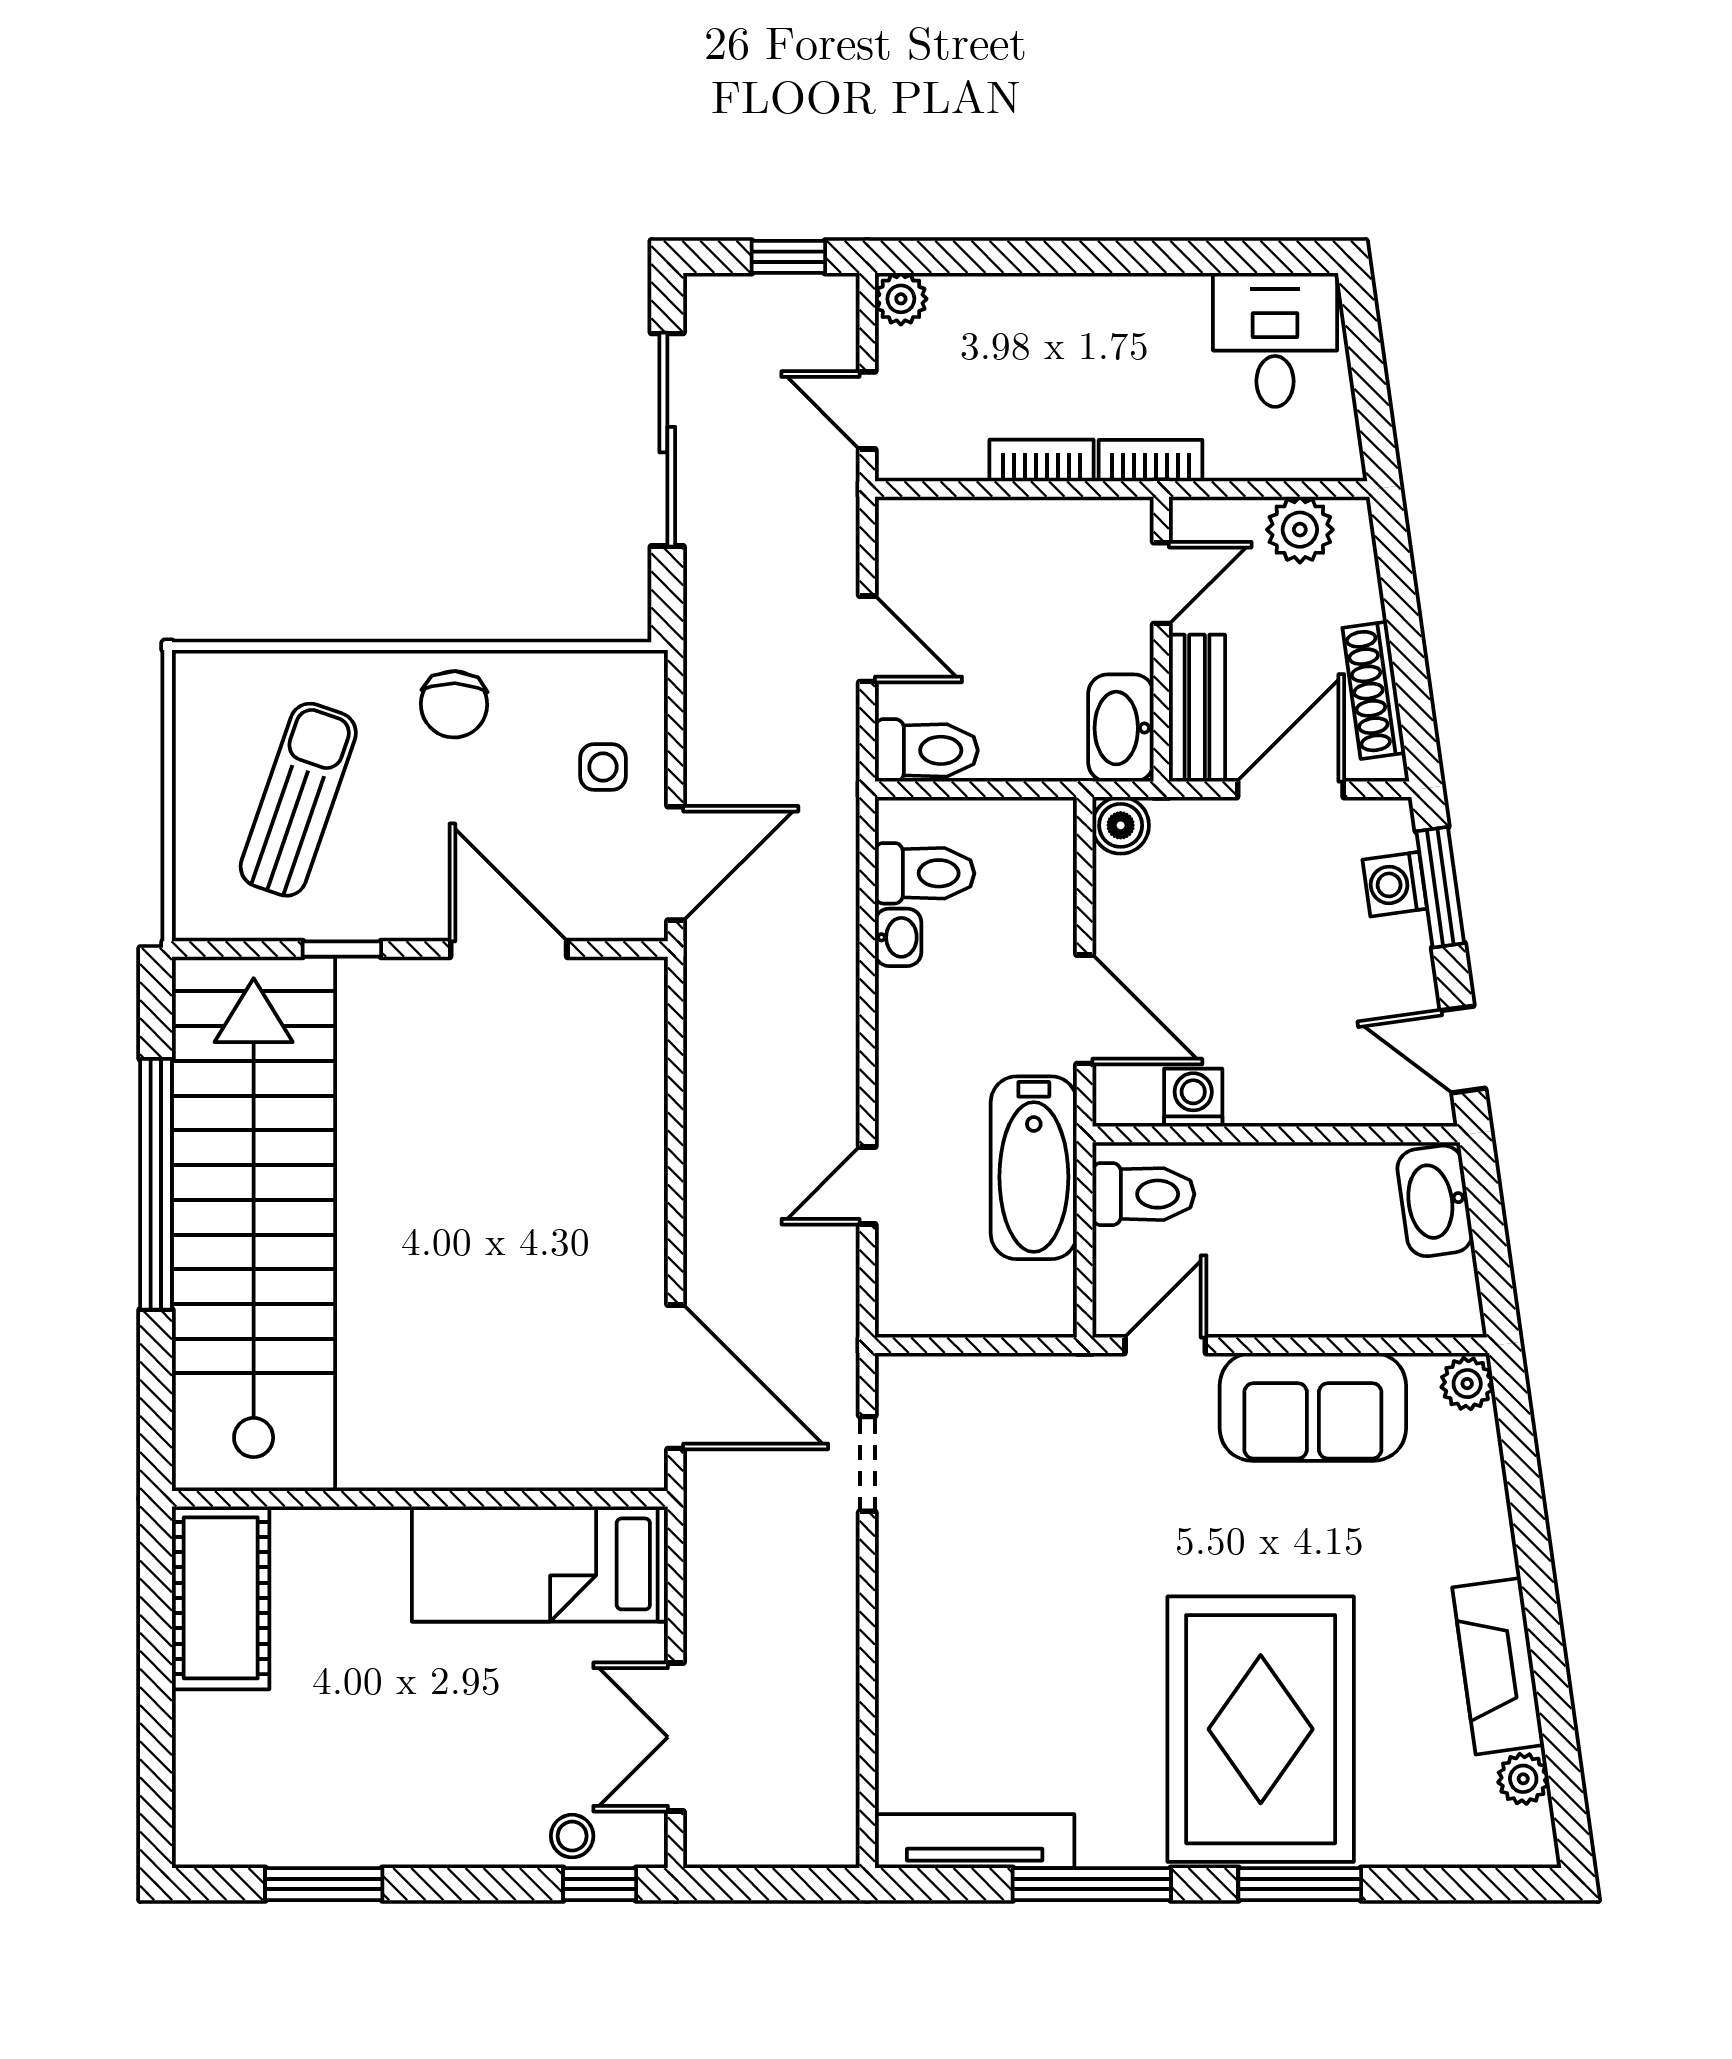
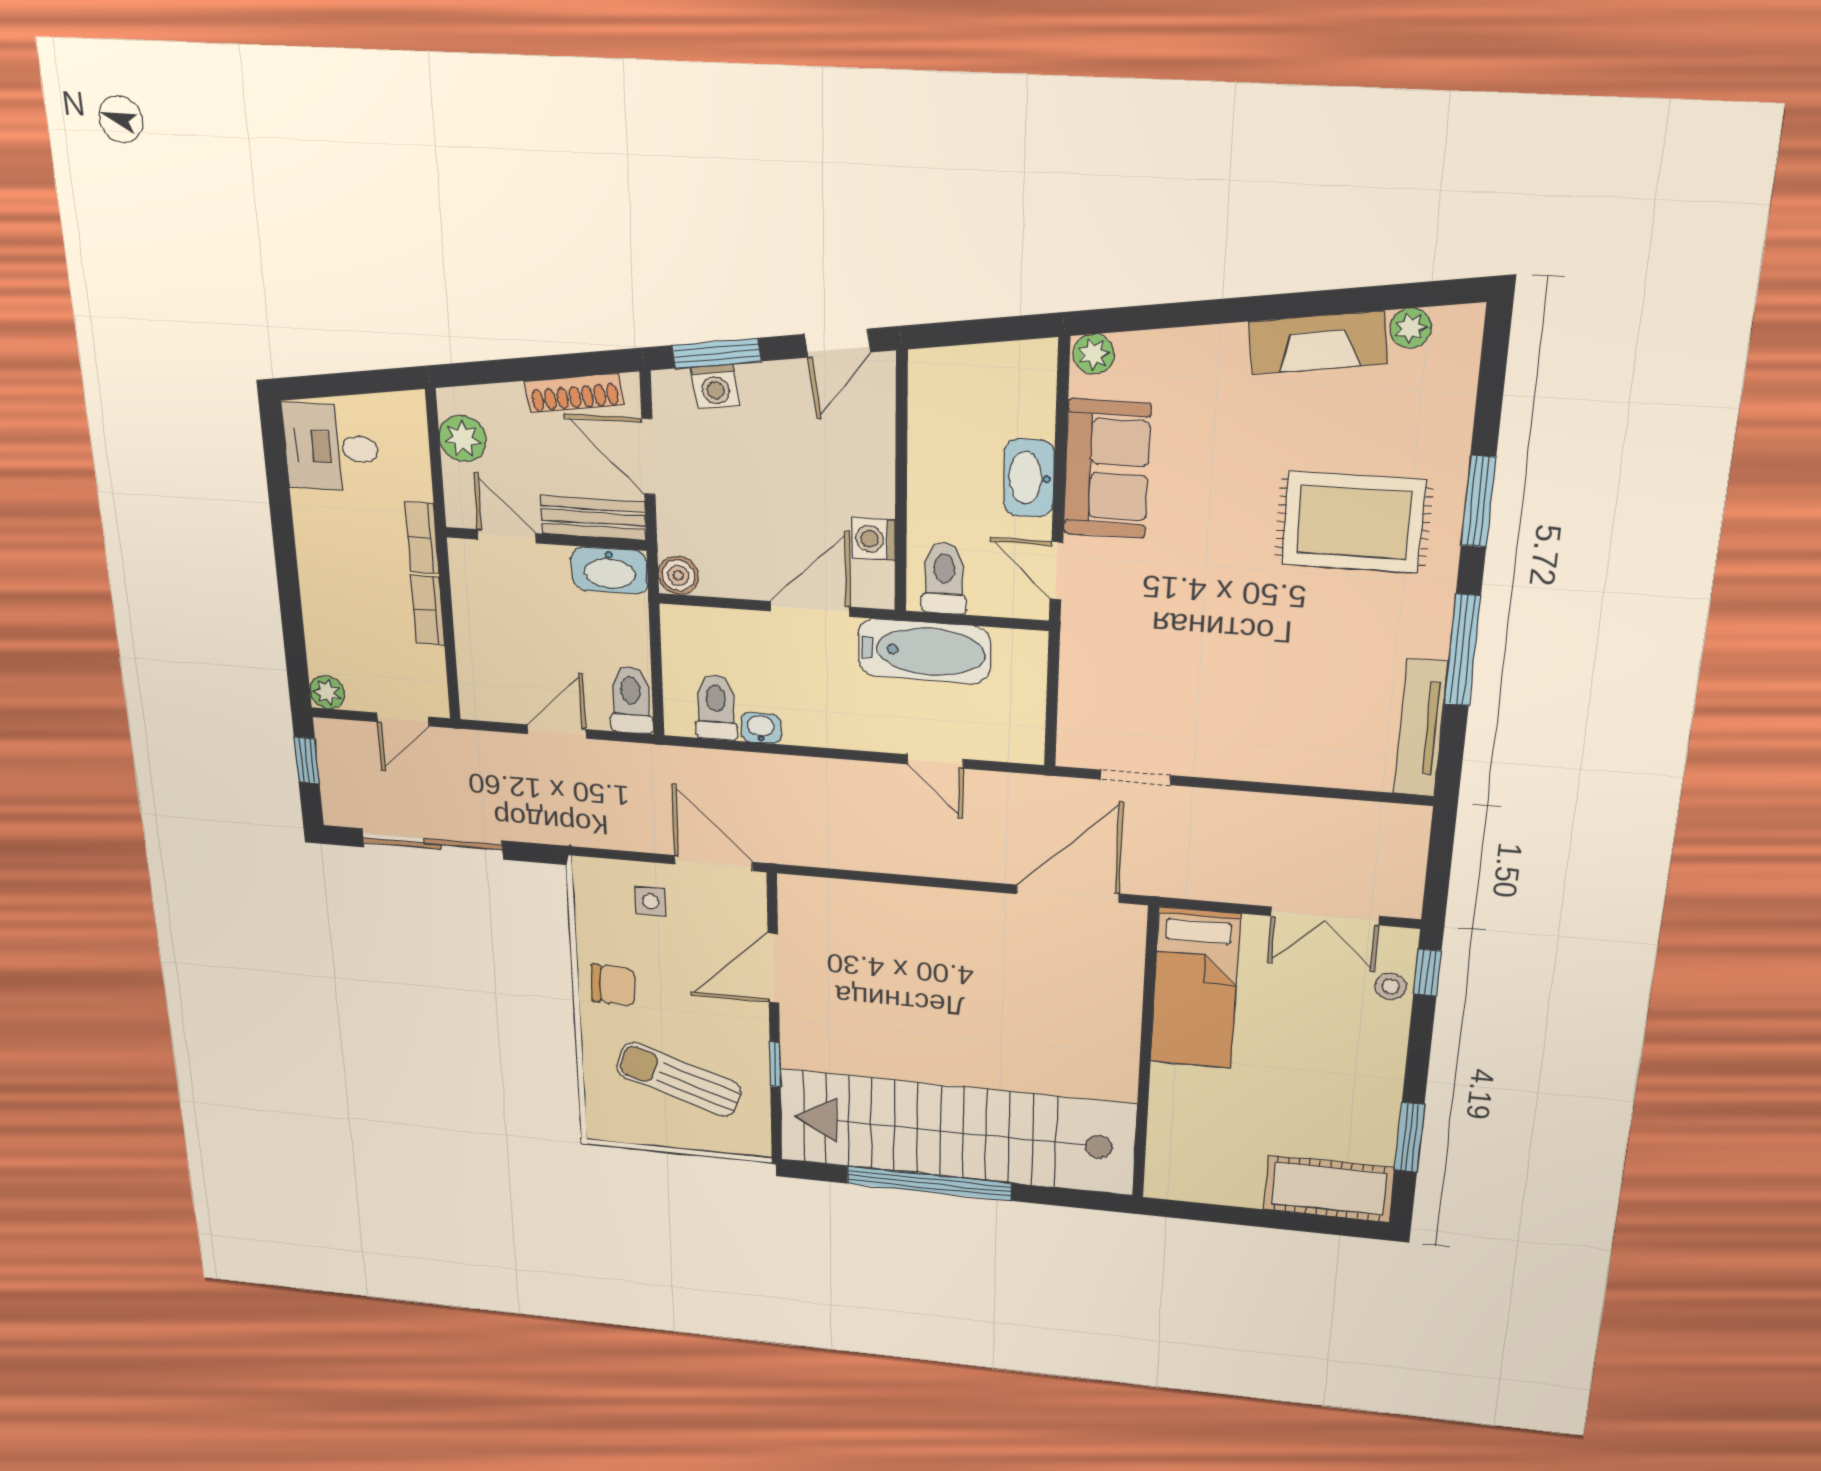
washbasin: (1435, 1201) -> (1029, 478), moved, turned 98
cot: (221, 1598) -> (1329, 1189), moved
rug: (1261, 1729) -> (1353, 522), width x0.73, depth x0.69

